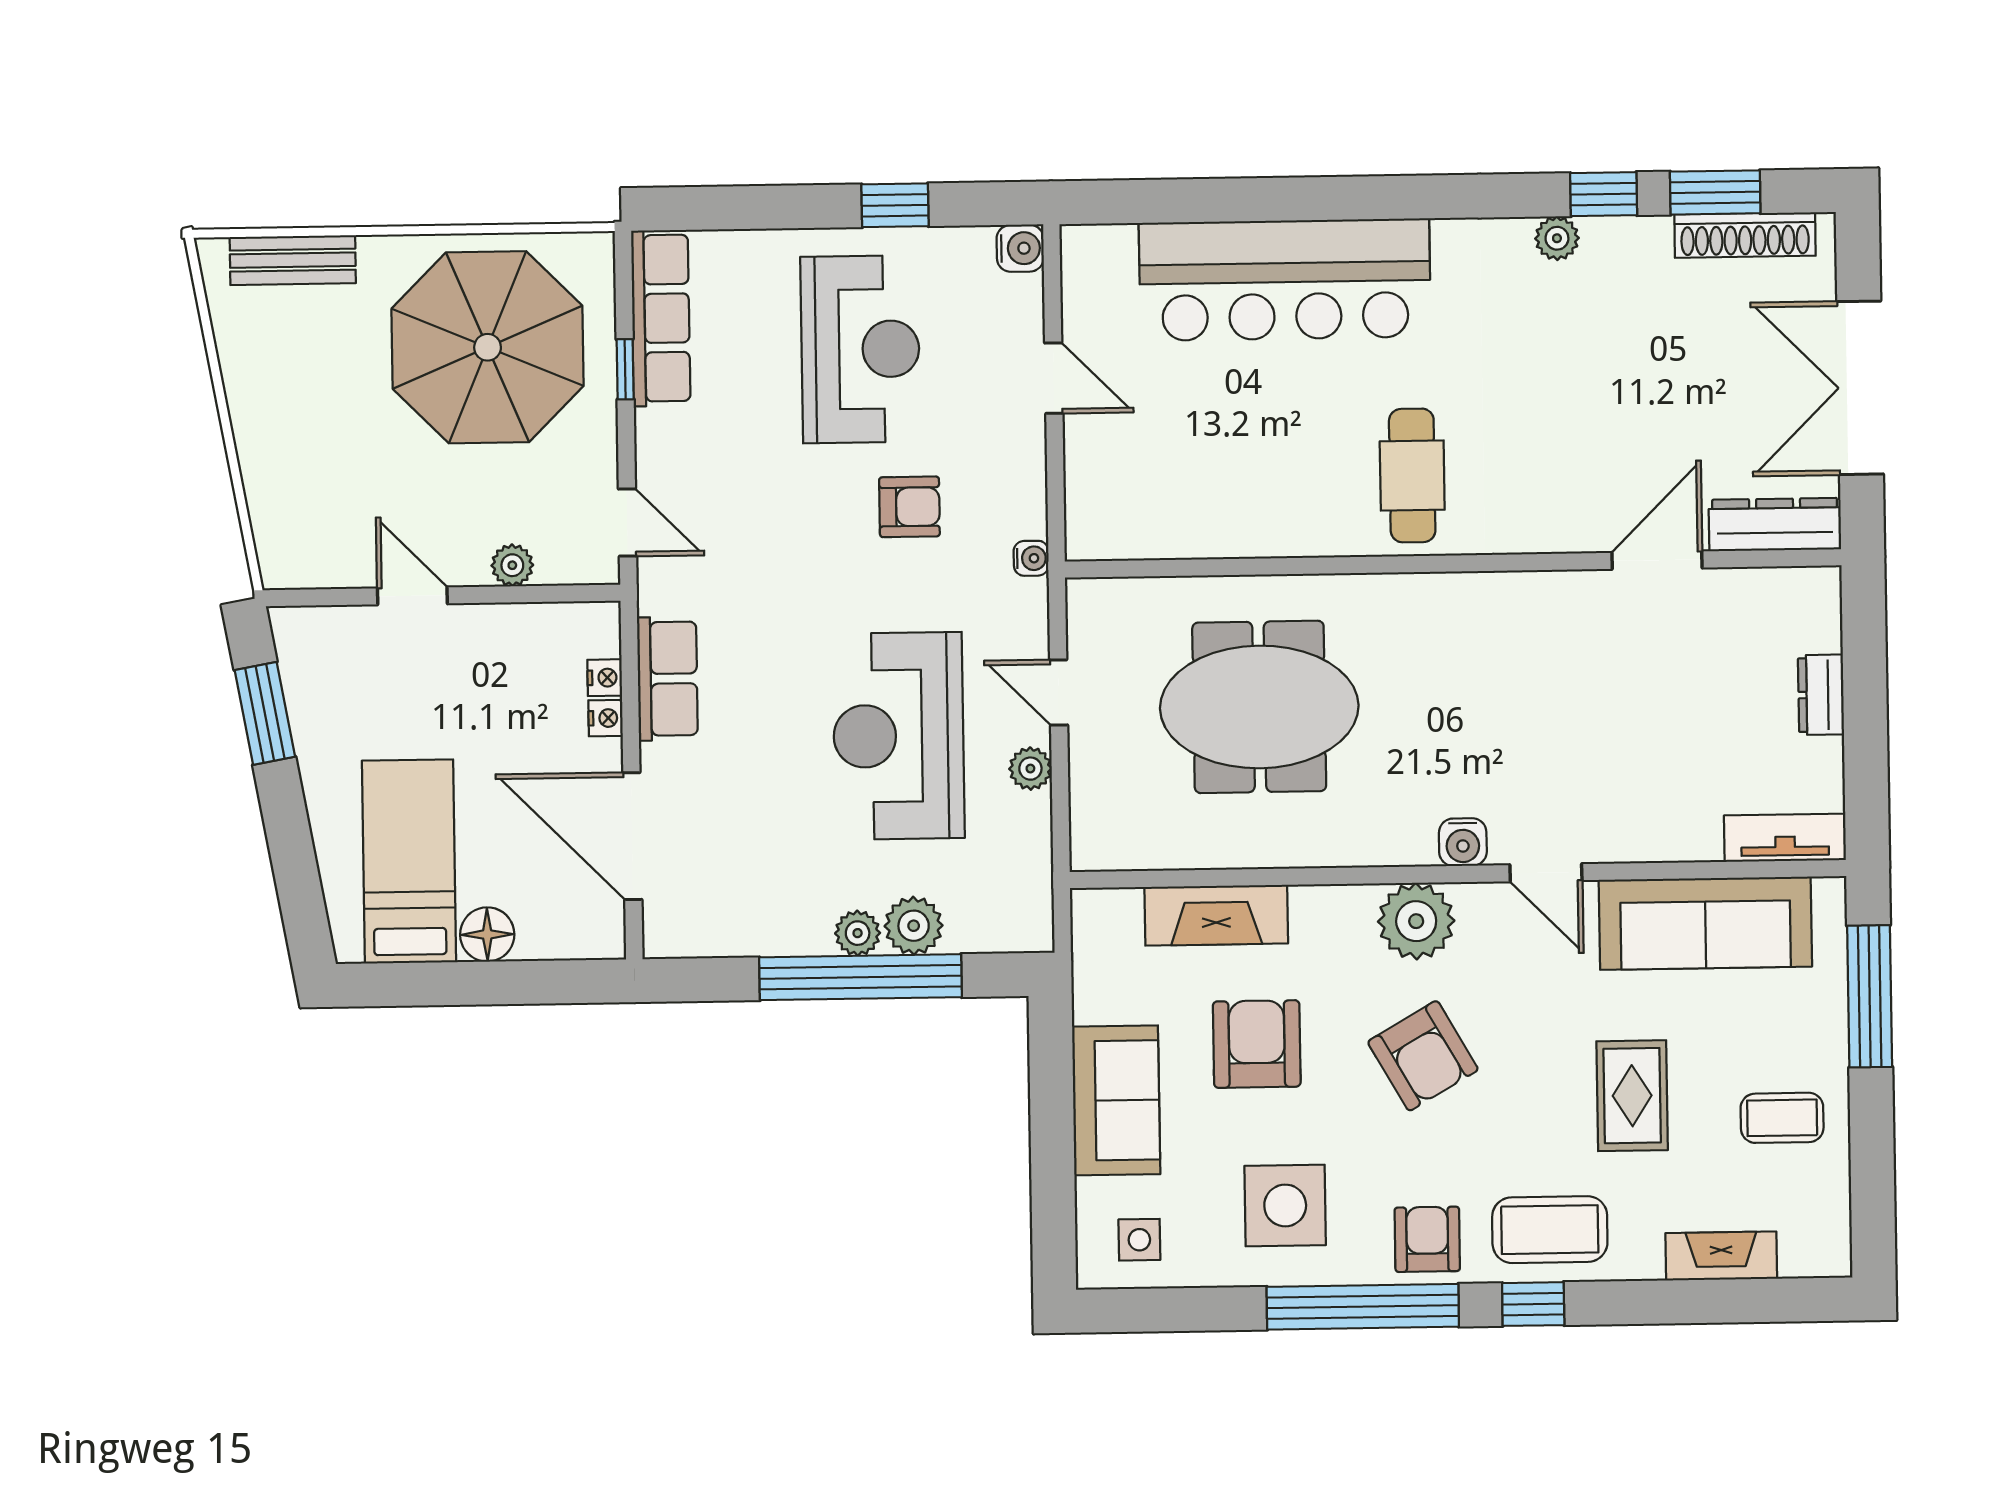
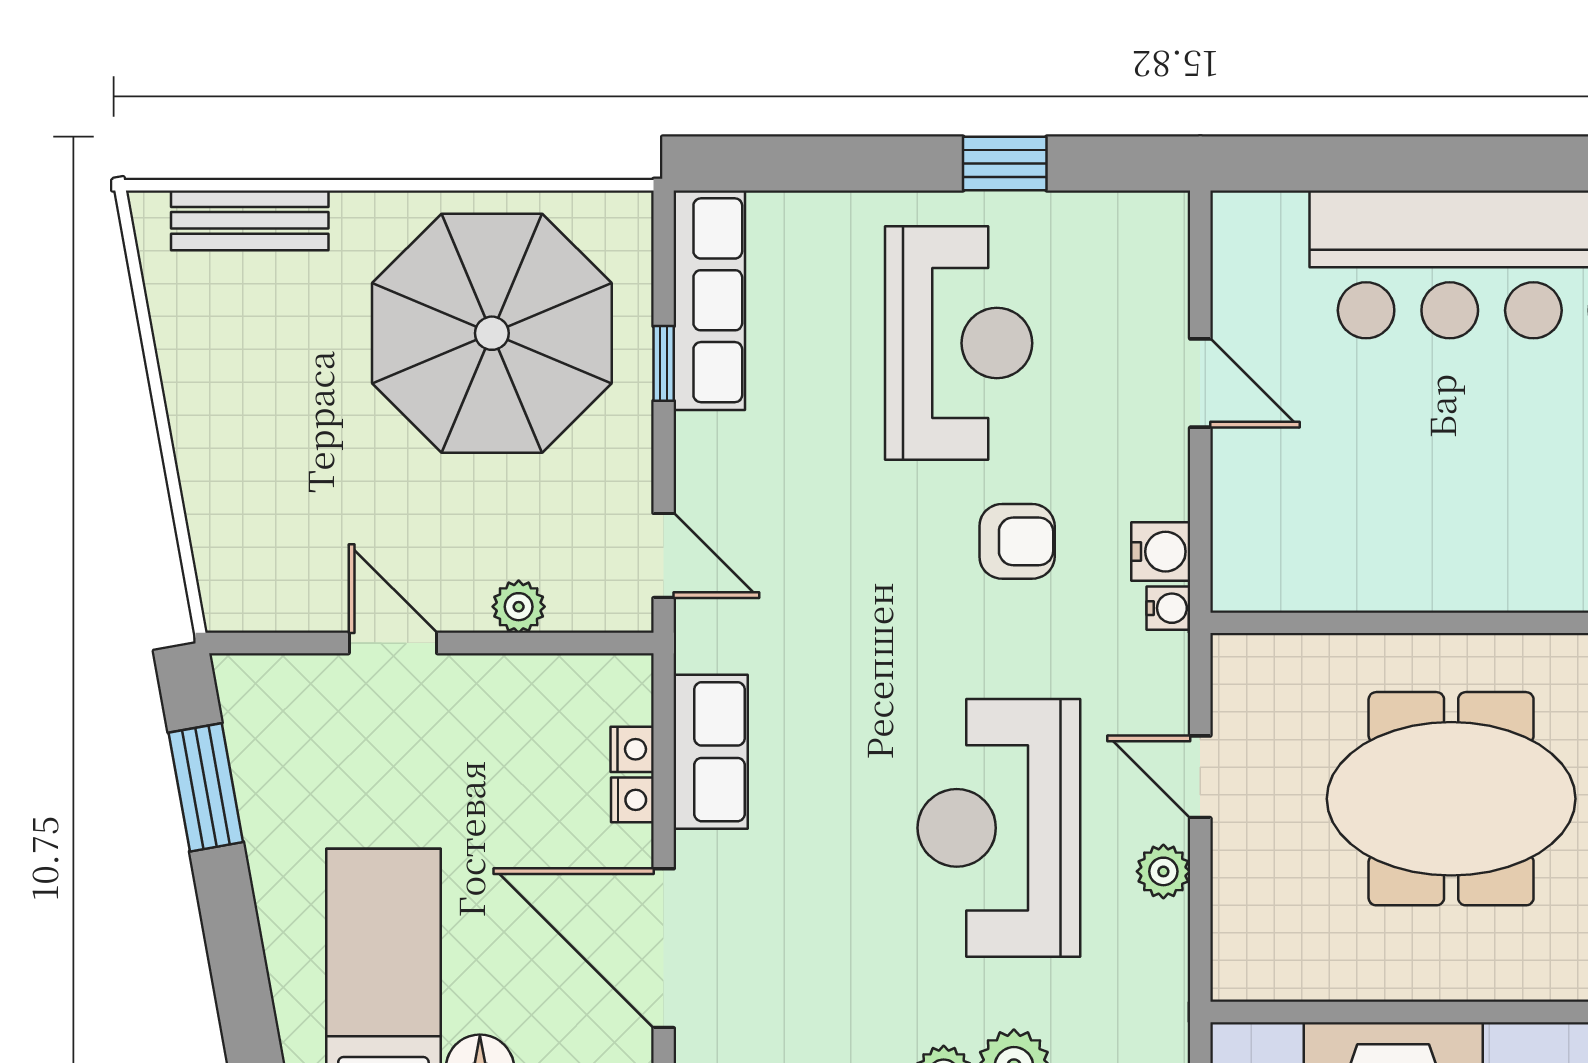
water cooler: (1020, 248) -> (1161, 552), moved

